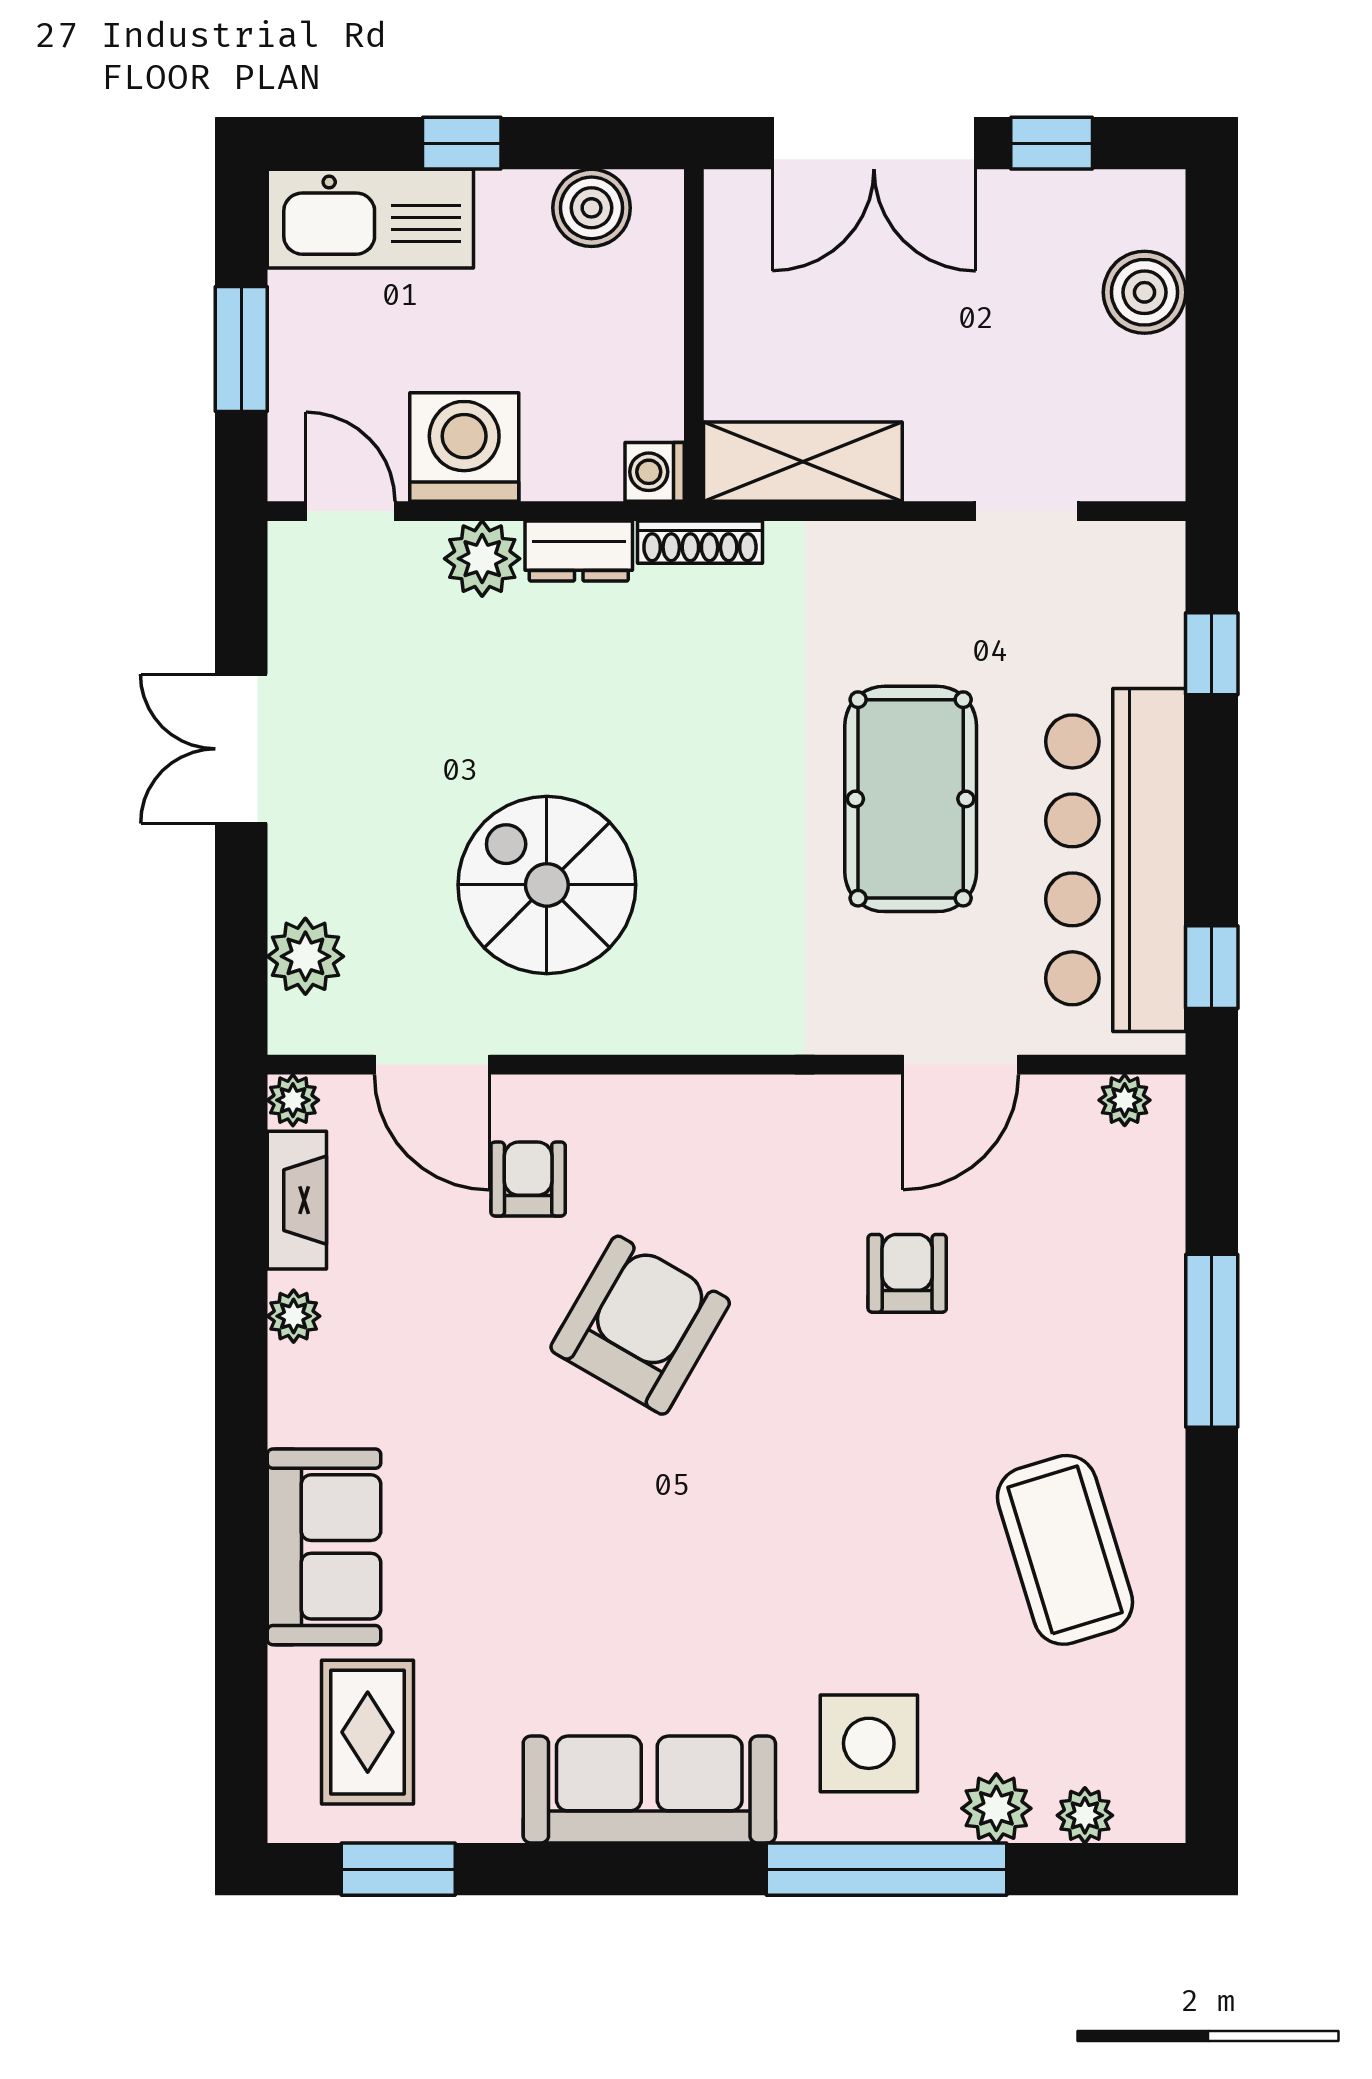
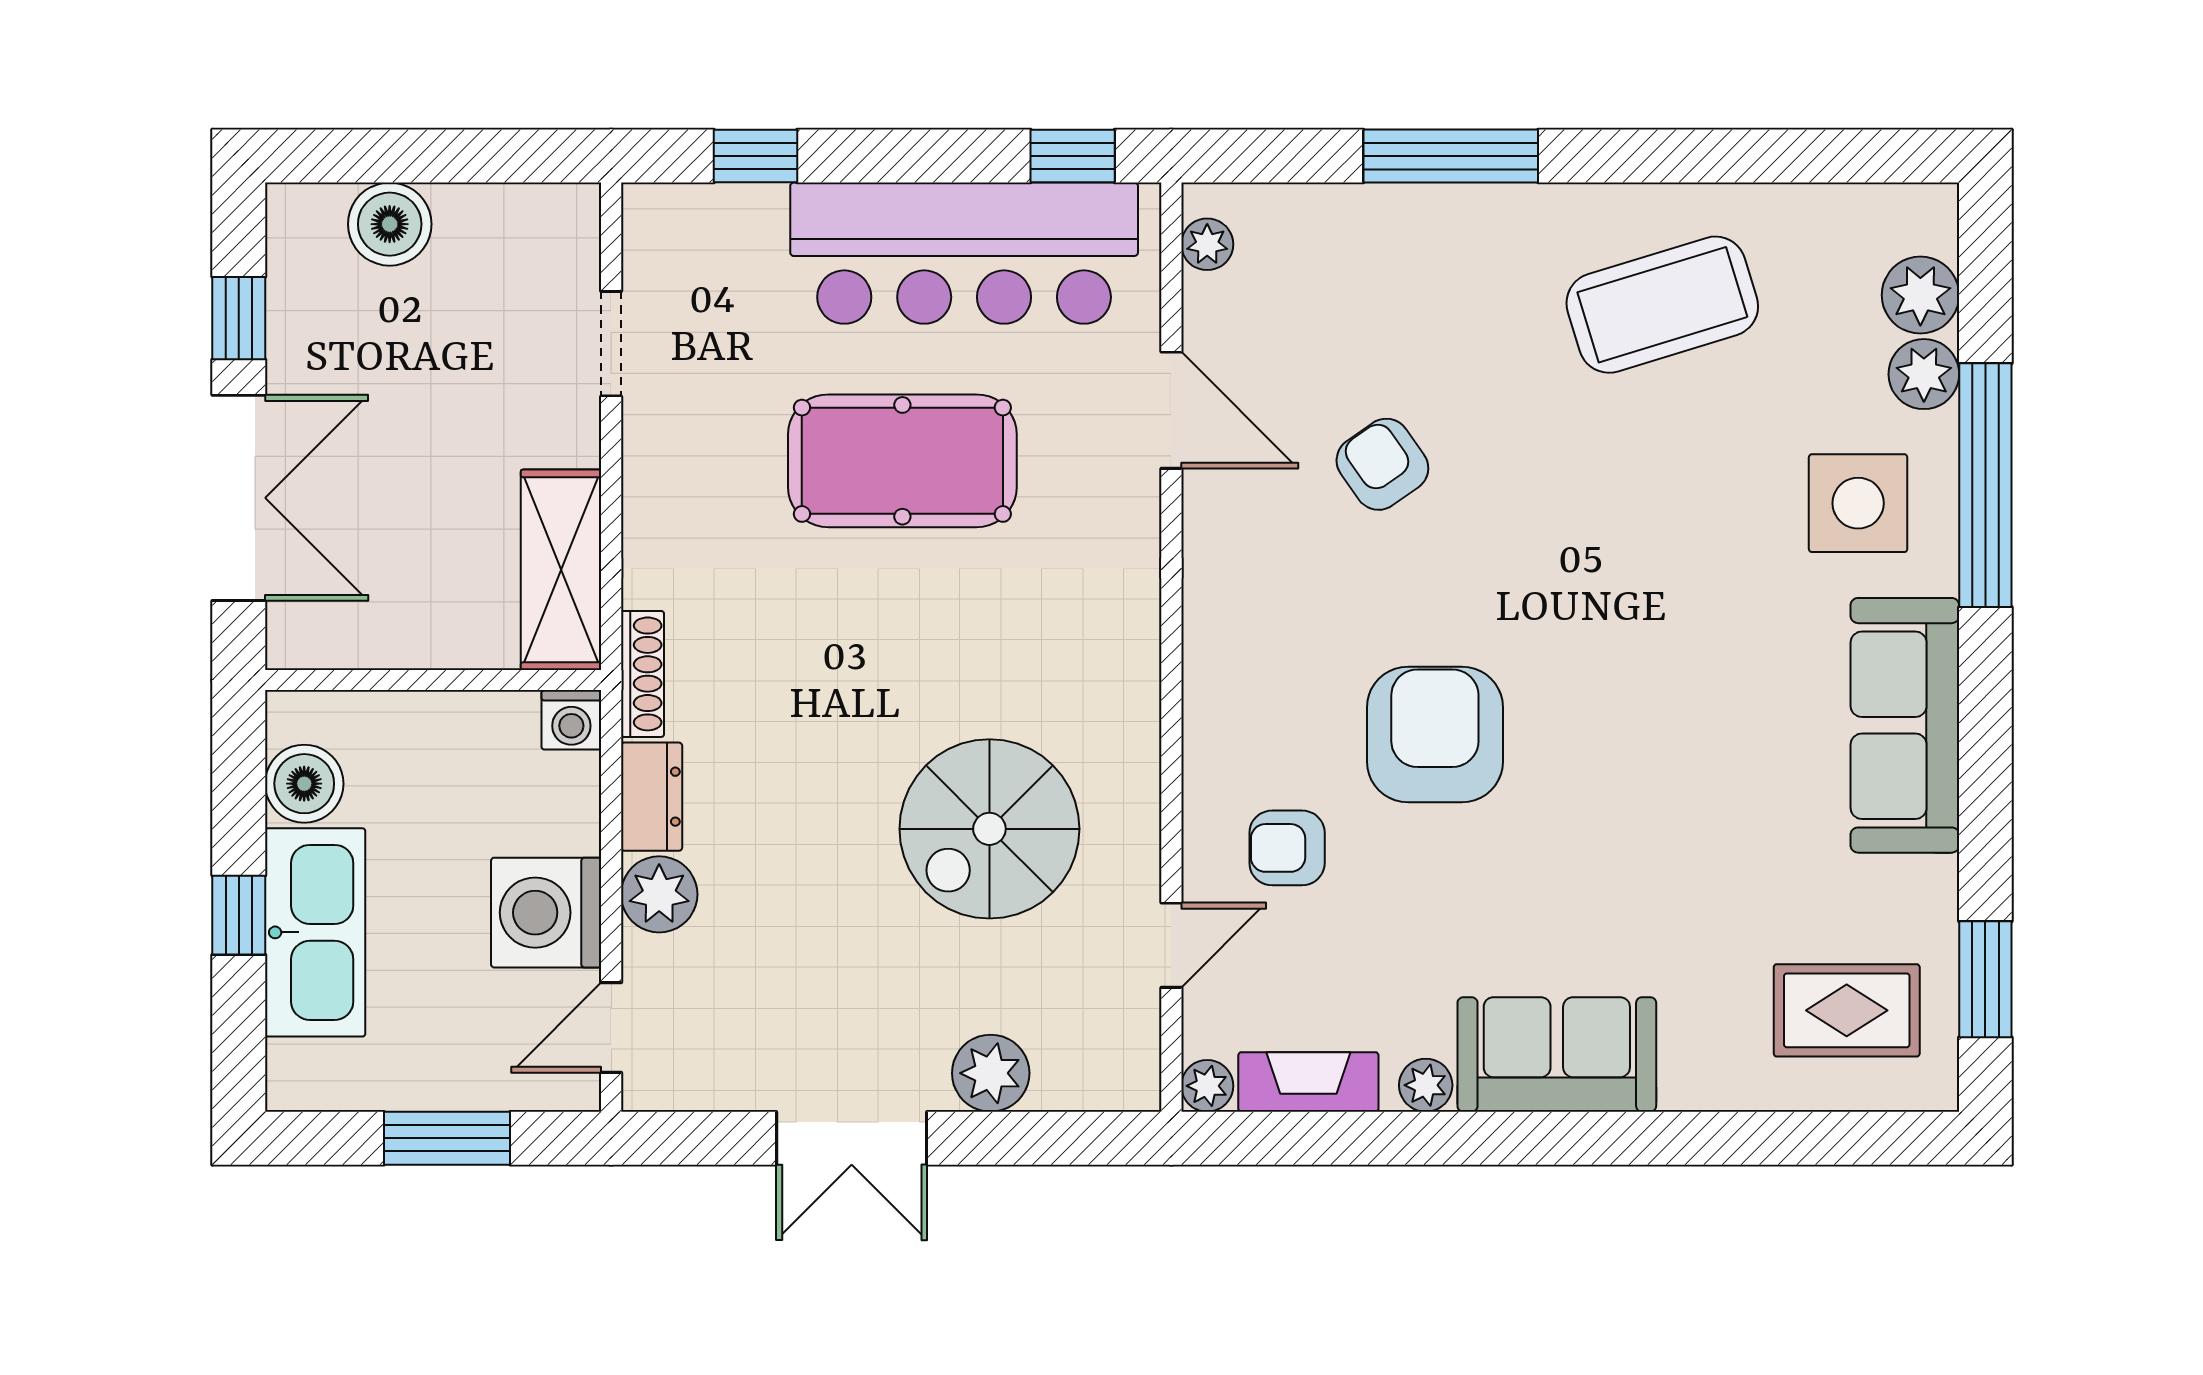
kitchen sink: (370, 219) -> (315, 932), moved
plant: (305, 956) -> (991, 1073), moved
door: (432, 1065) -> (1171, 945), width x0.73
armchair: (907, 1273) -> (1382, 464), turned 55
armchair: (640, 1325) -> (1435, 734), turned 60
sofa: (324, 1547) -> (1557, 1054), moved
plant: (1085, 1815) -> (1920, 295), width x1.38, depth x1.38

